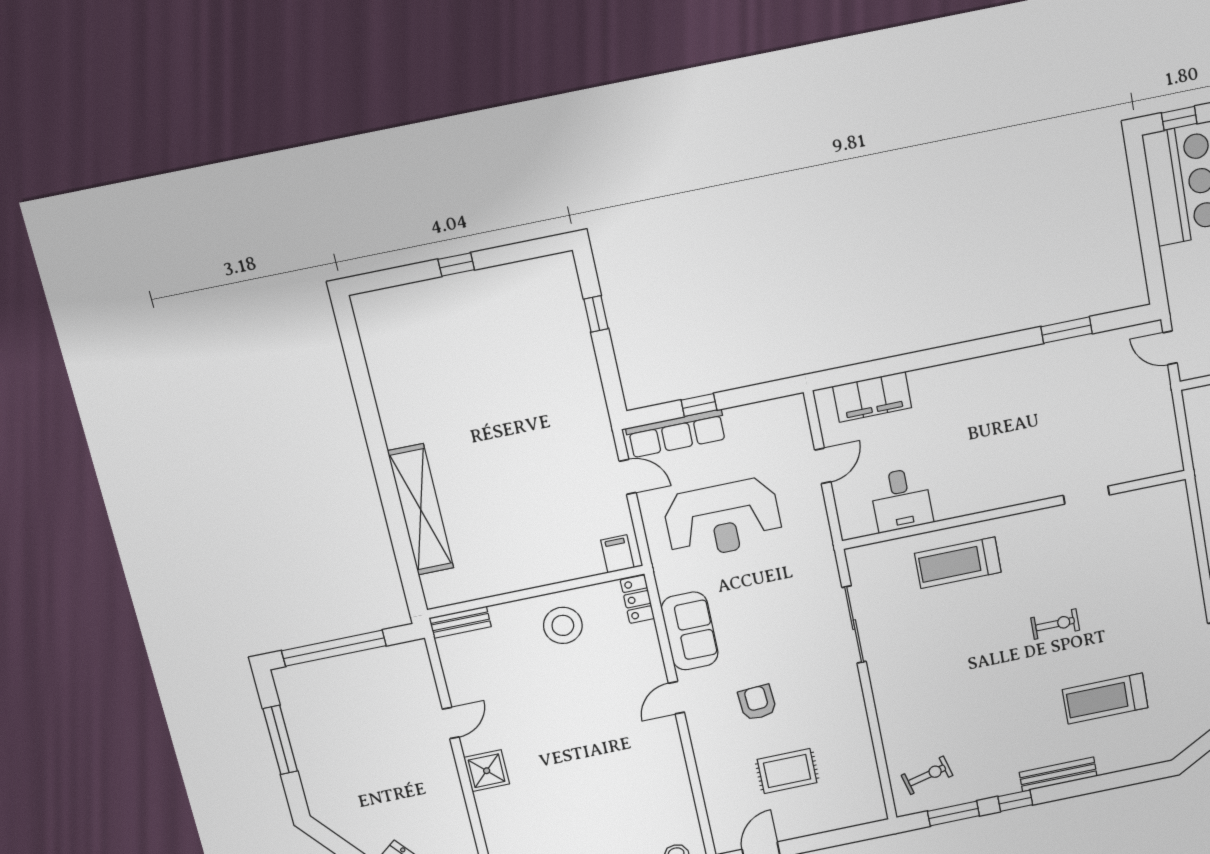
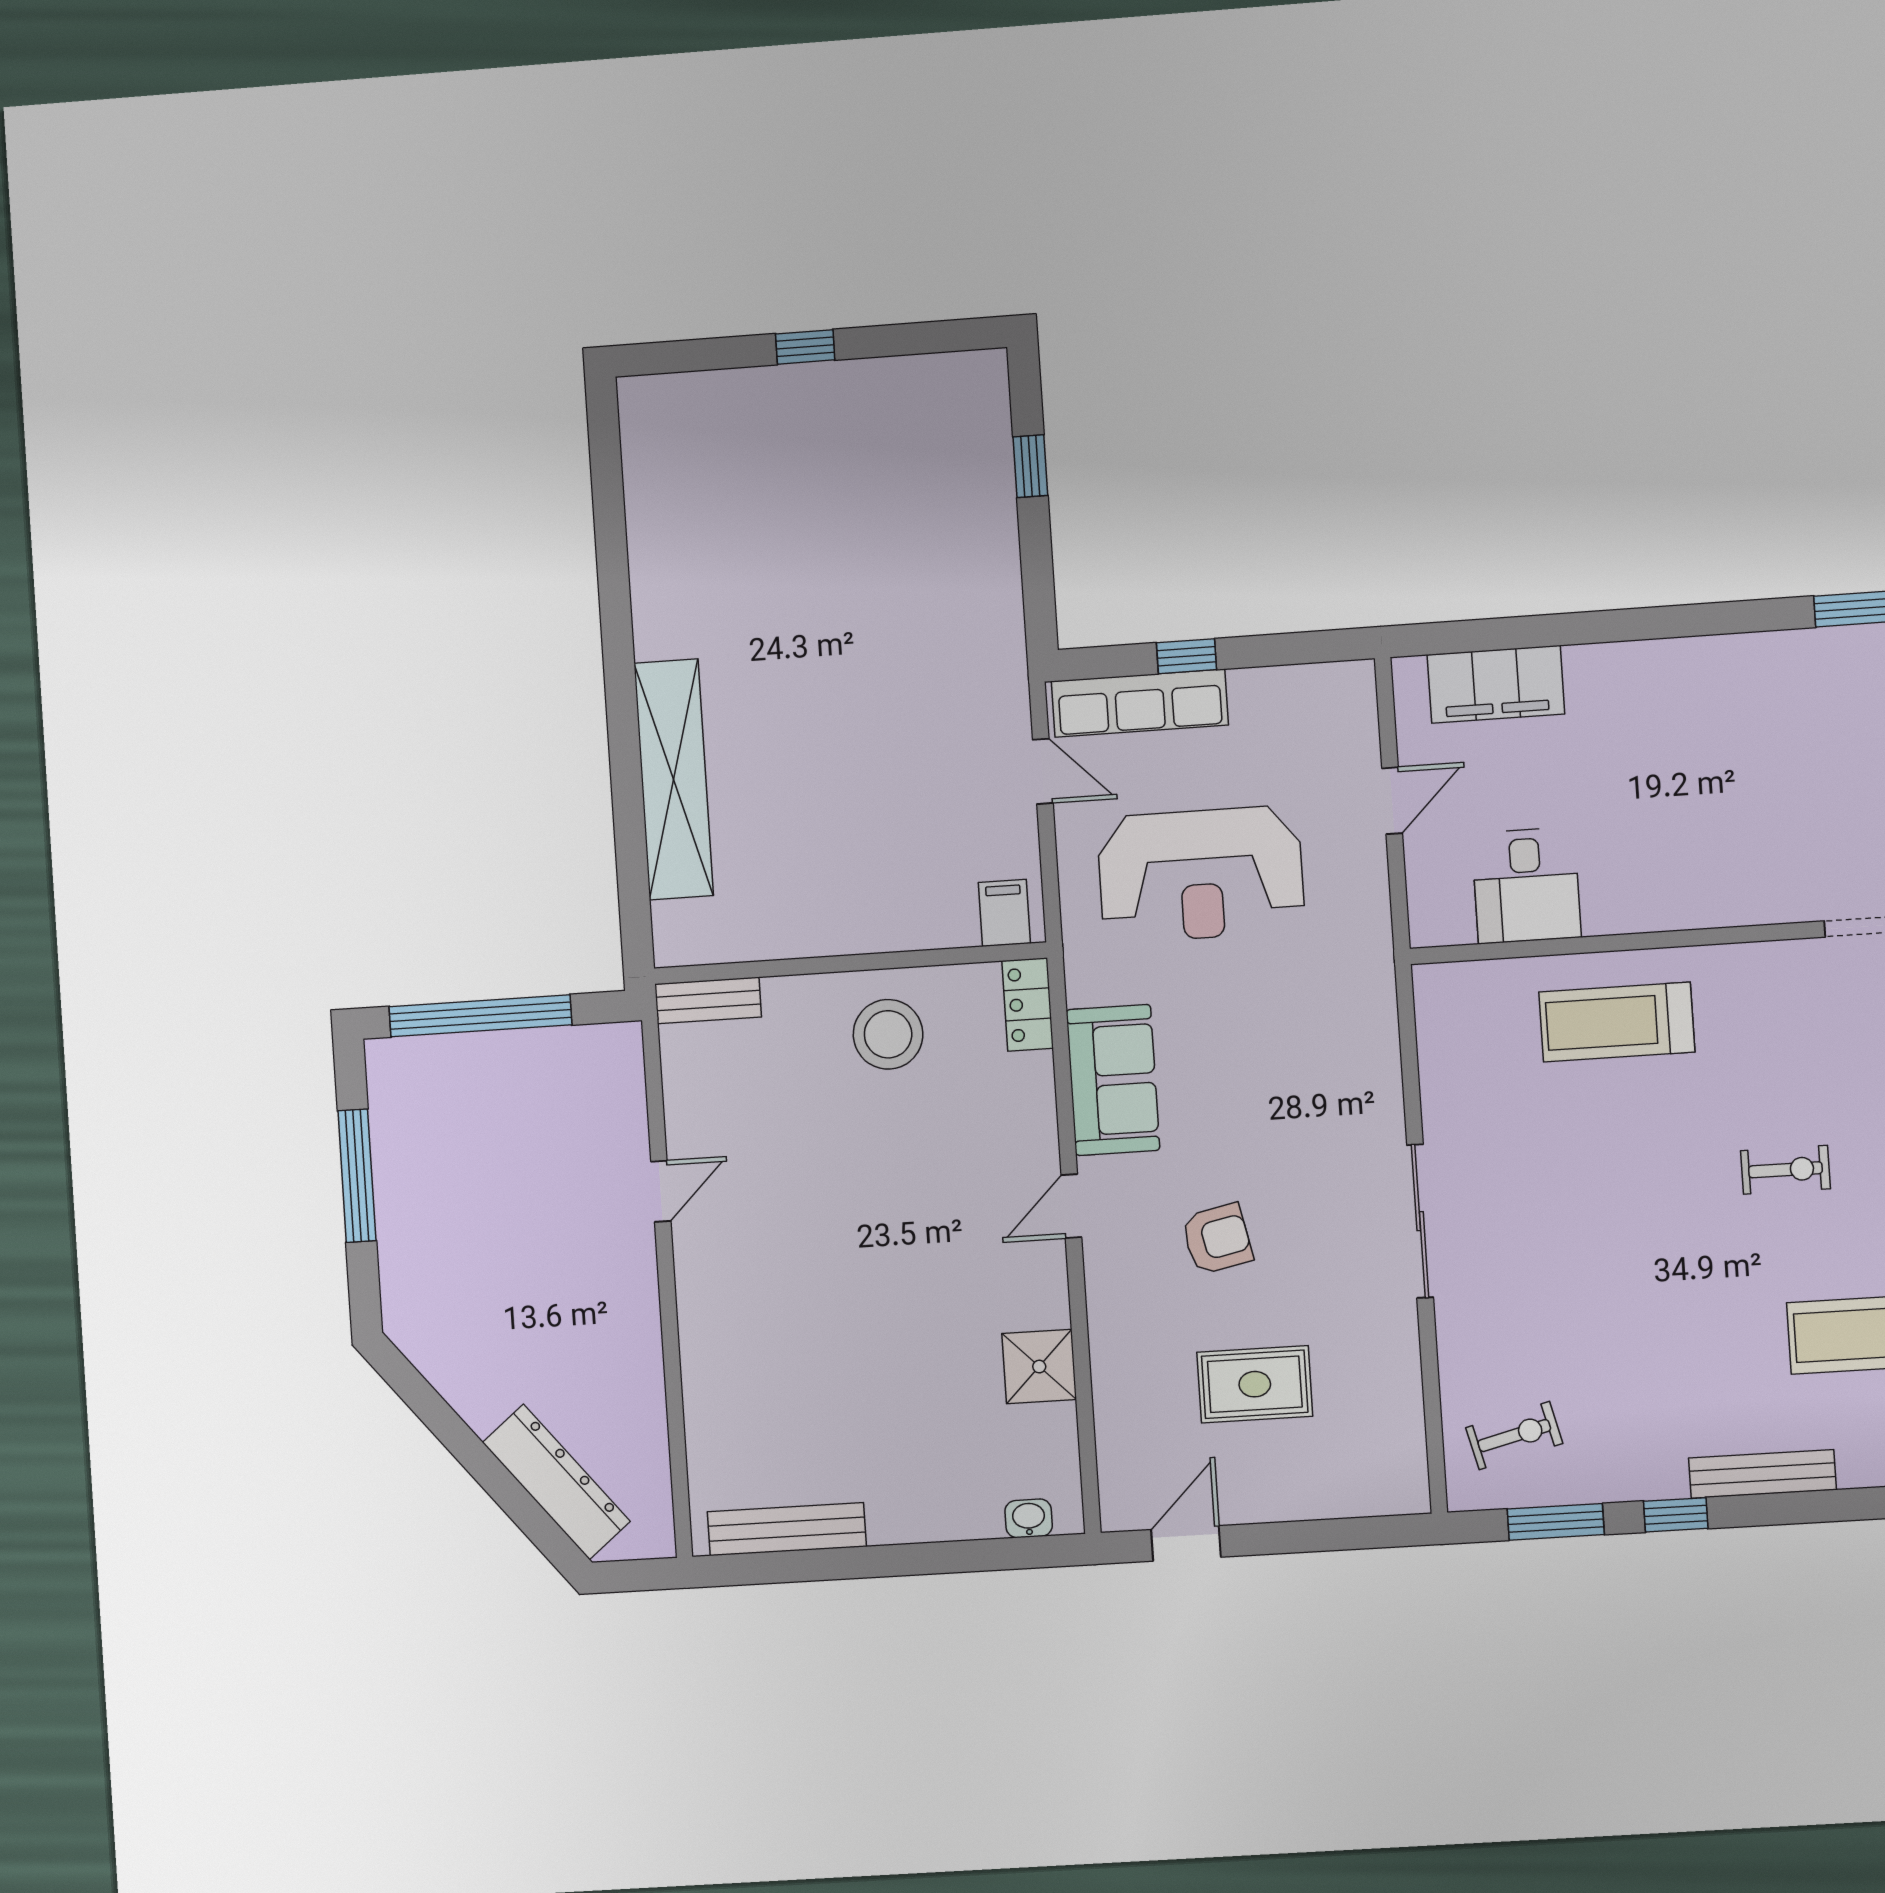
sliding door: (854, 625) -> (1420, 1221), moved
armchair: (757, 703) -> (1217, 1239), turned 82
shower: (487, 771) -> (1039, 1367), moved

